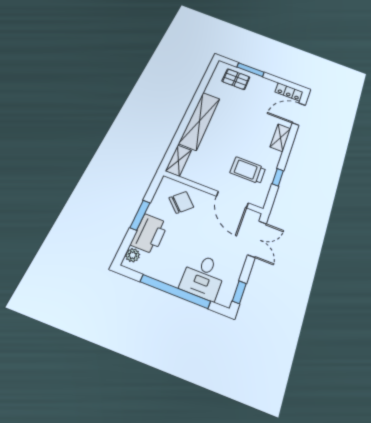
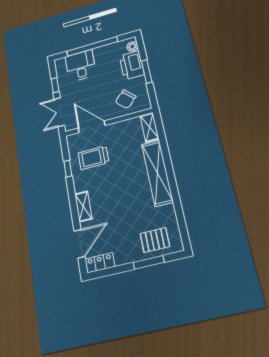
trolley: (248, 170) -> (93, 158), turned 180
window: (239, 292) -> (55, 85), moved

